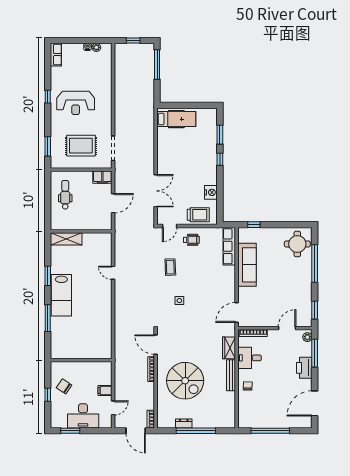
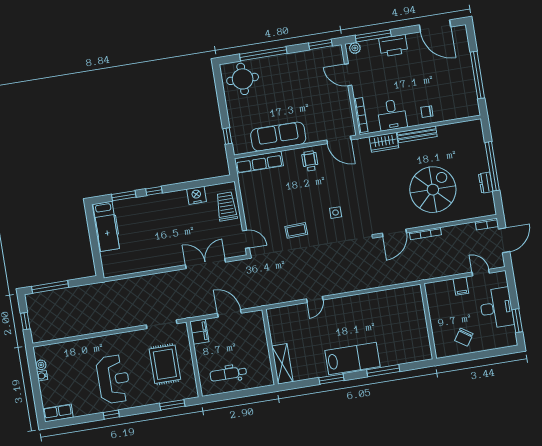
hospital bed: (176, 119) -> (106, 226), moved, turned 180
wheelchair: (191, 240) -> (310, 161), moved
window: (48, 395) -> (477, 355), removed

